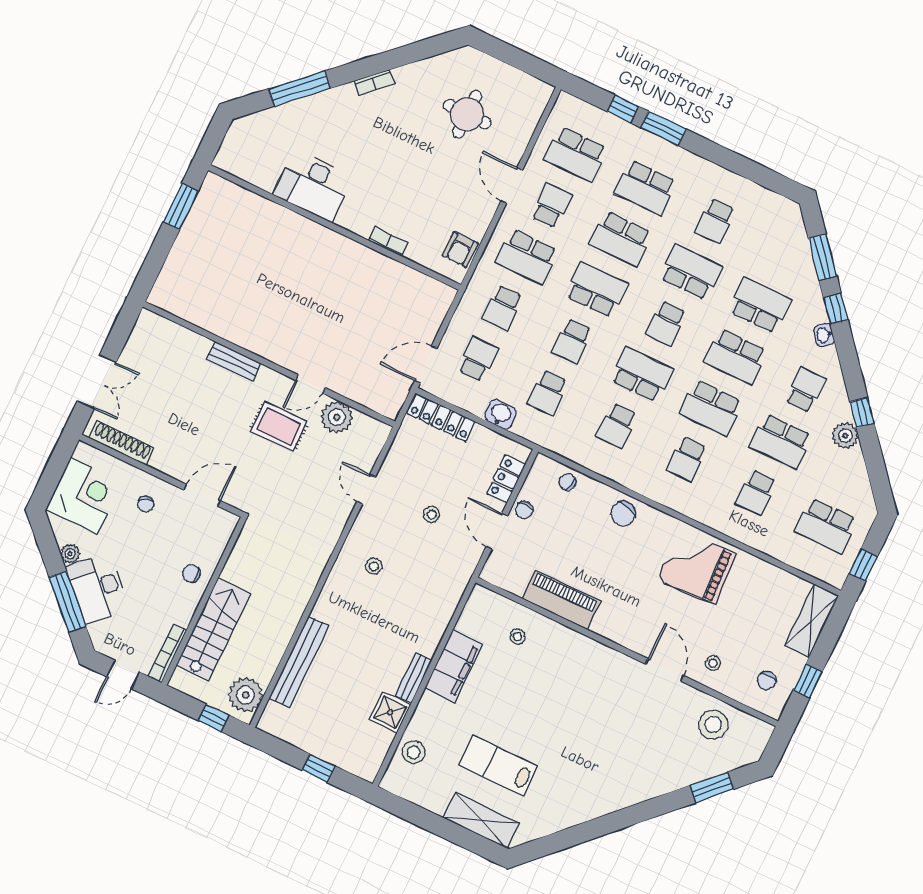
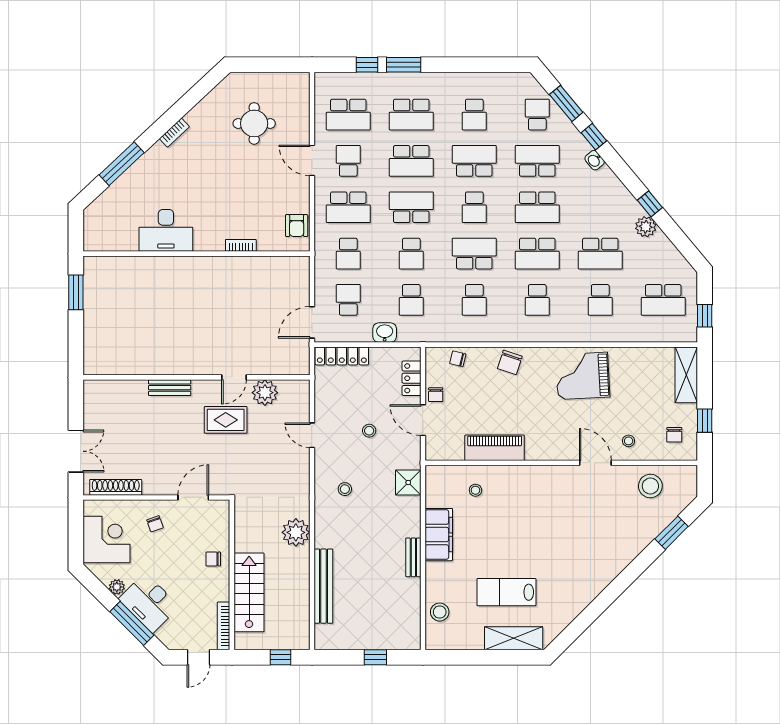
school desk: (805, 390) -> (537, 115), moved
plant: (246, 695) -> (296, 532), moved
shower: (390, 712) -> (408, 483), moved

